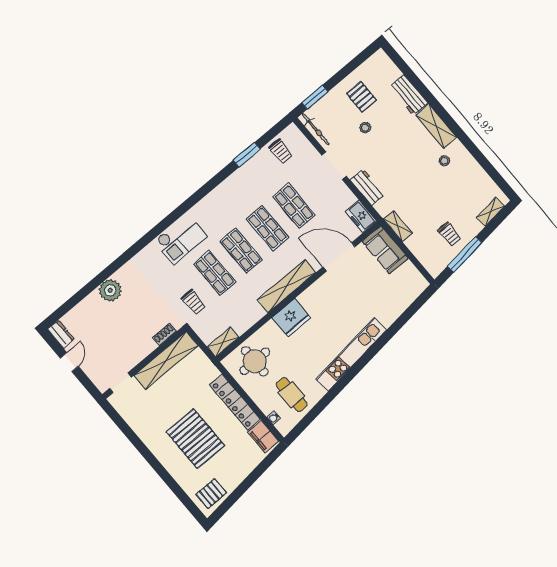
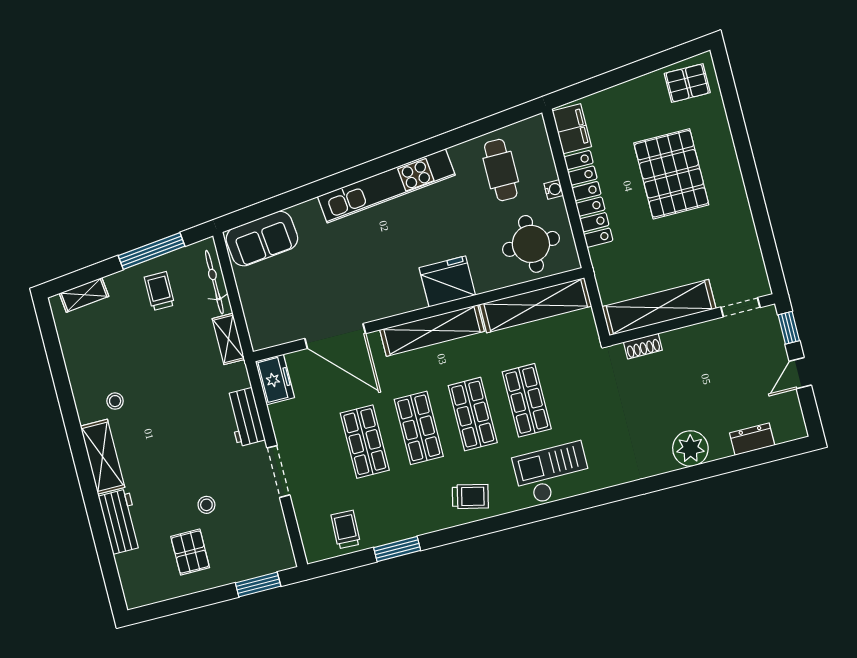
bicycle: (316, 129) -> (214, 282), moved
sofa: (385, 250) -> (262, 239), moved, turned 84
trolley: (193, 302) -> (470, 496), moved, turned 103
dresser: (61, 334) -> (752, 439), moved, turned 90
shelving: (223, 342) -> (536, 305), width x2.20, depth x1.33
window: (88, 384) -> (789, 328), added
water cooler: (274, 418) -> (554, 189), moved

